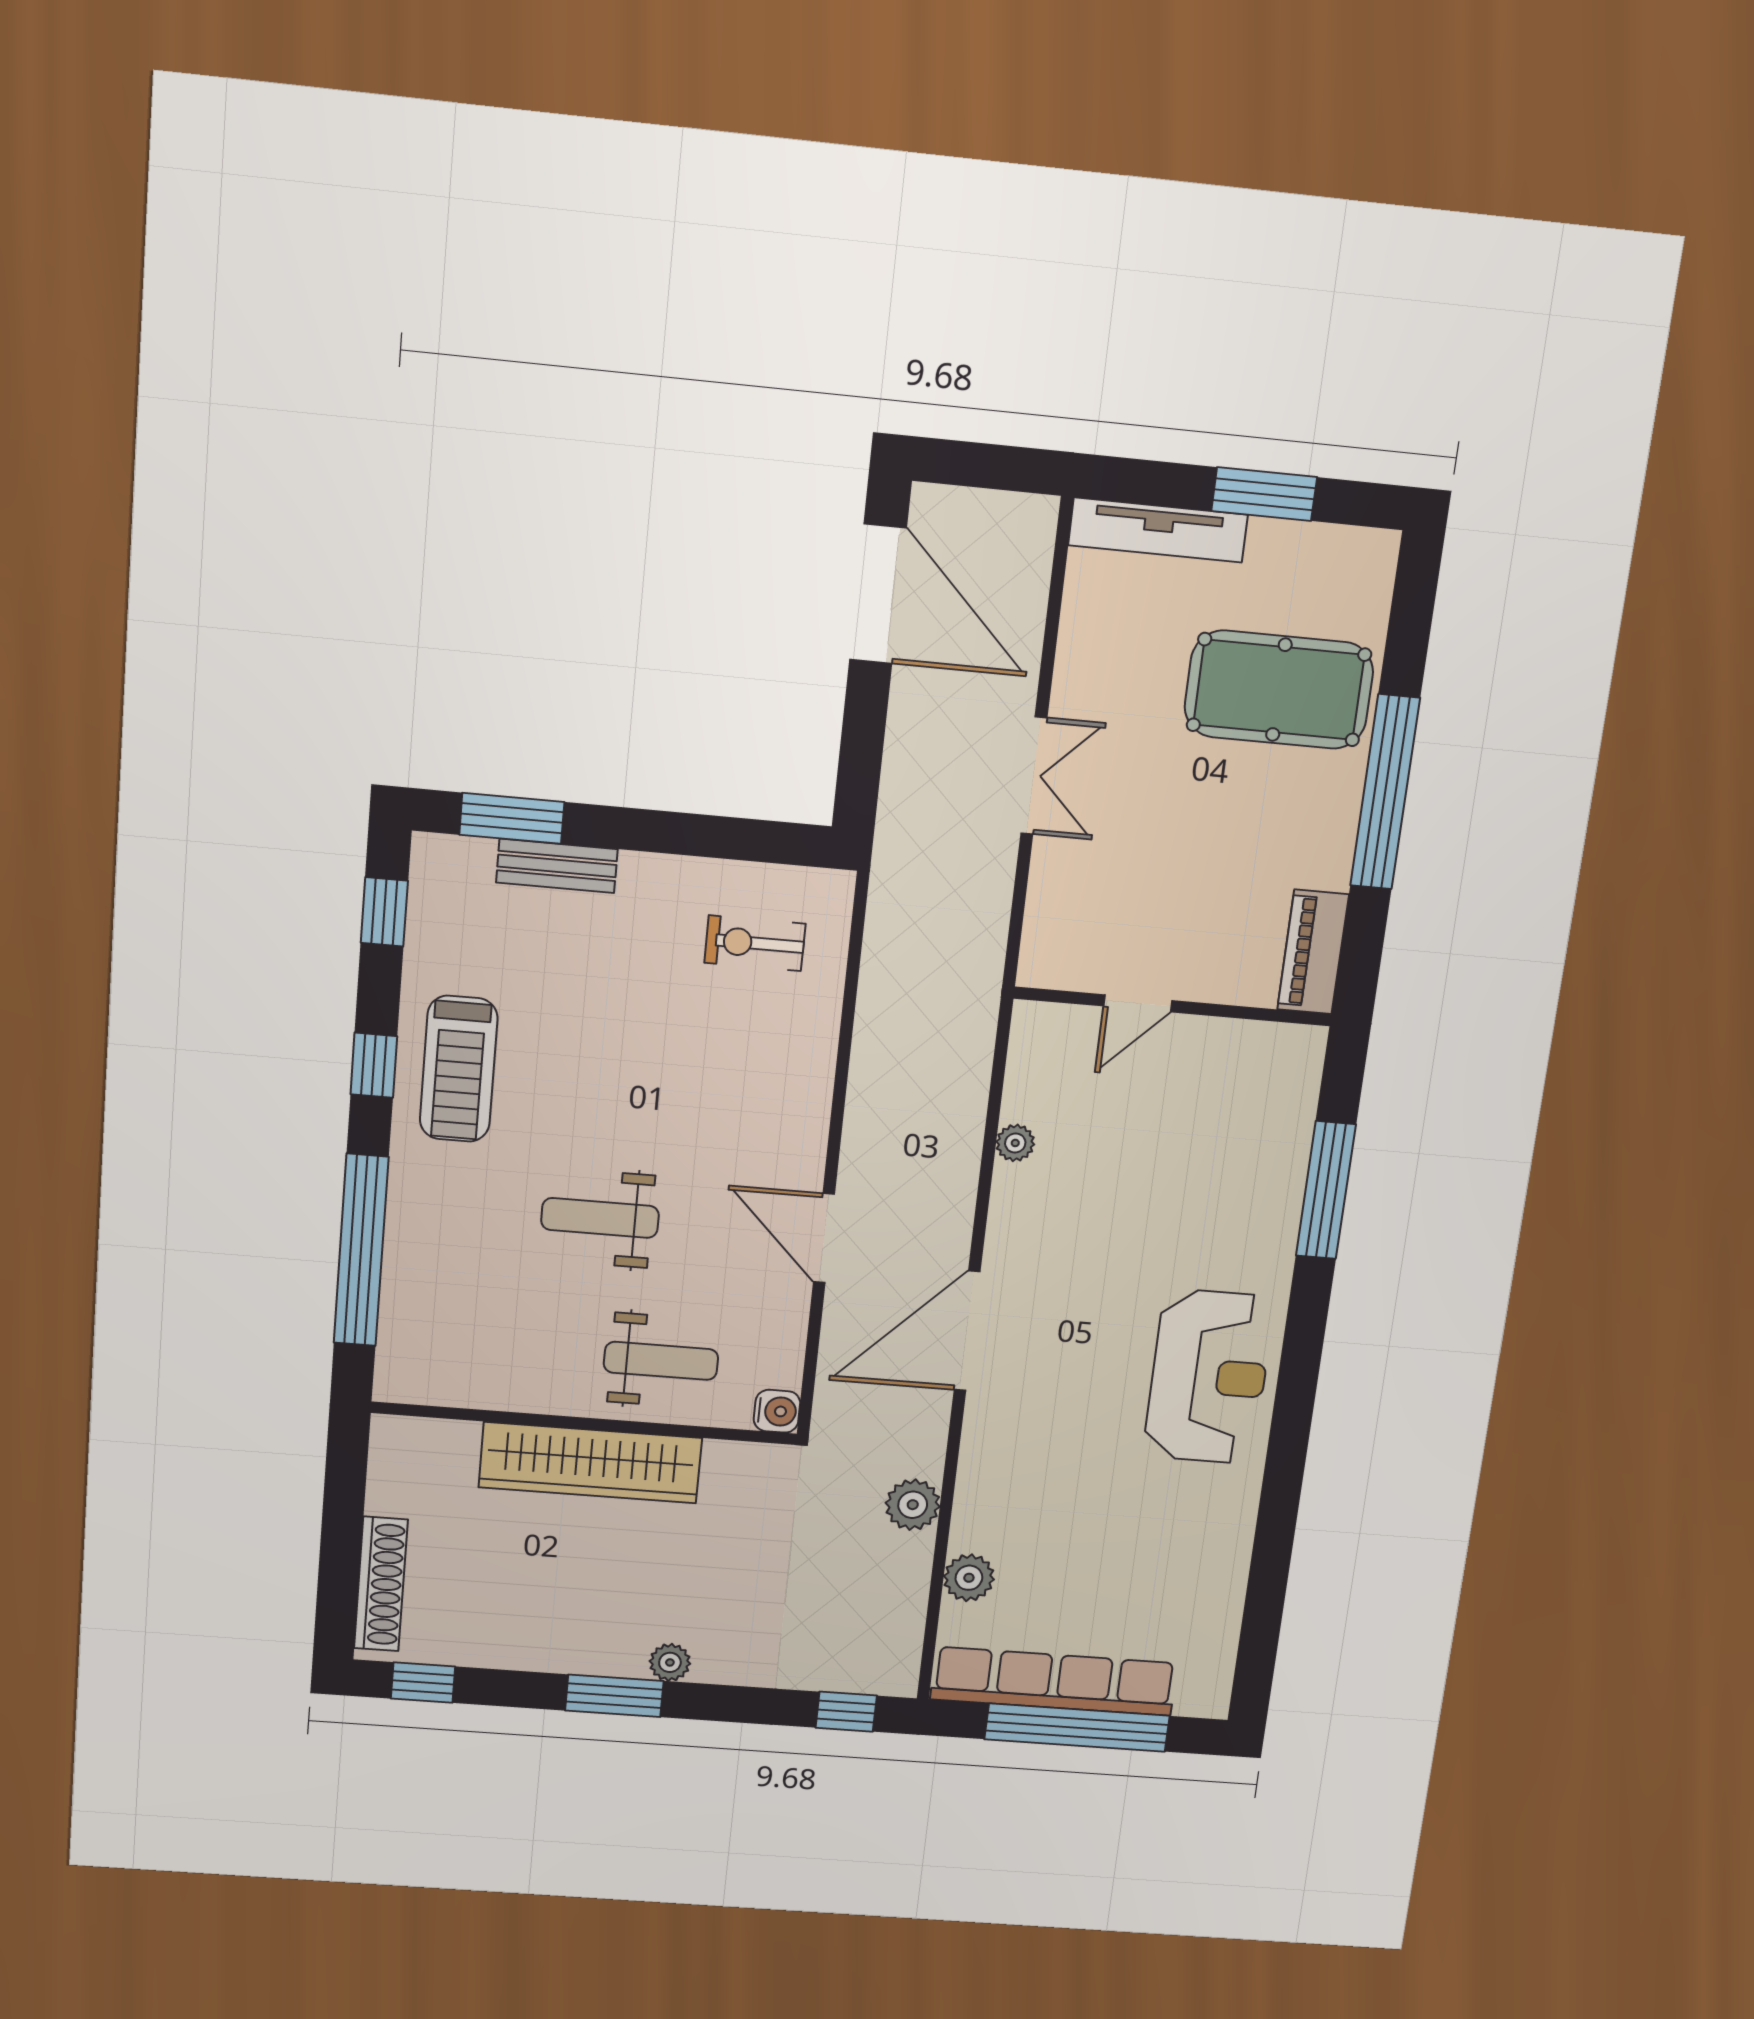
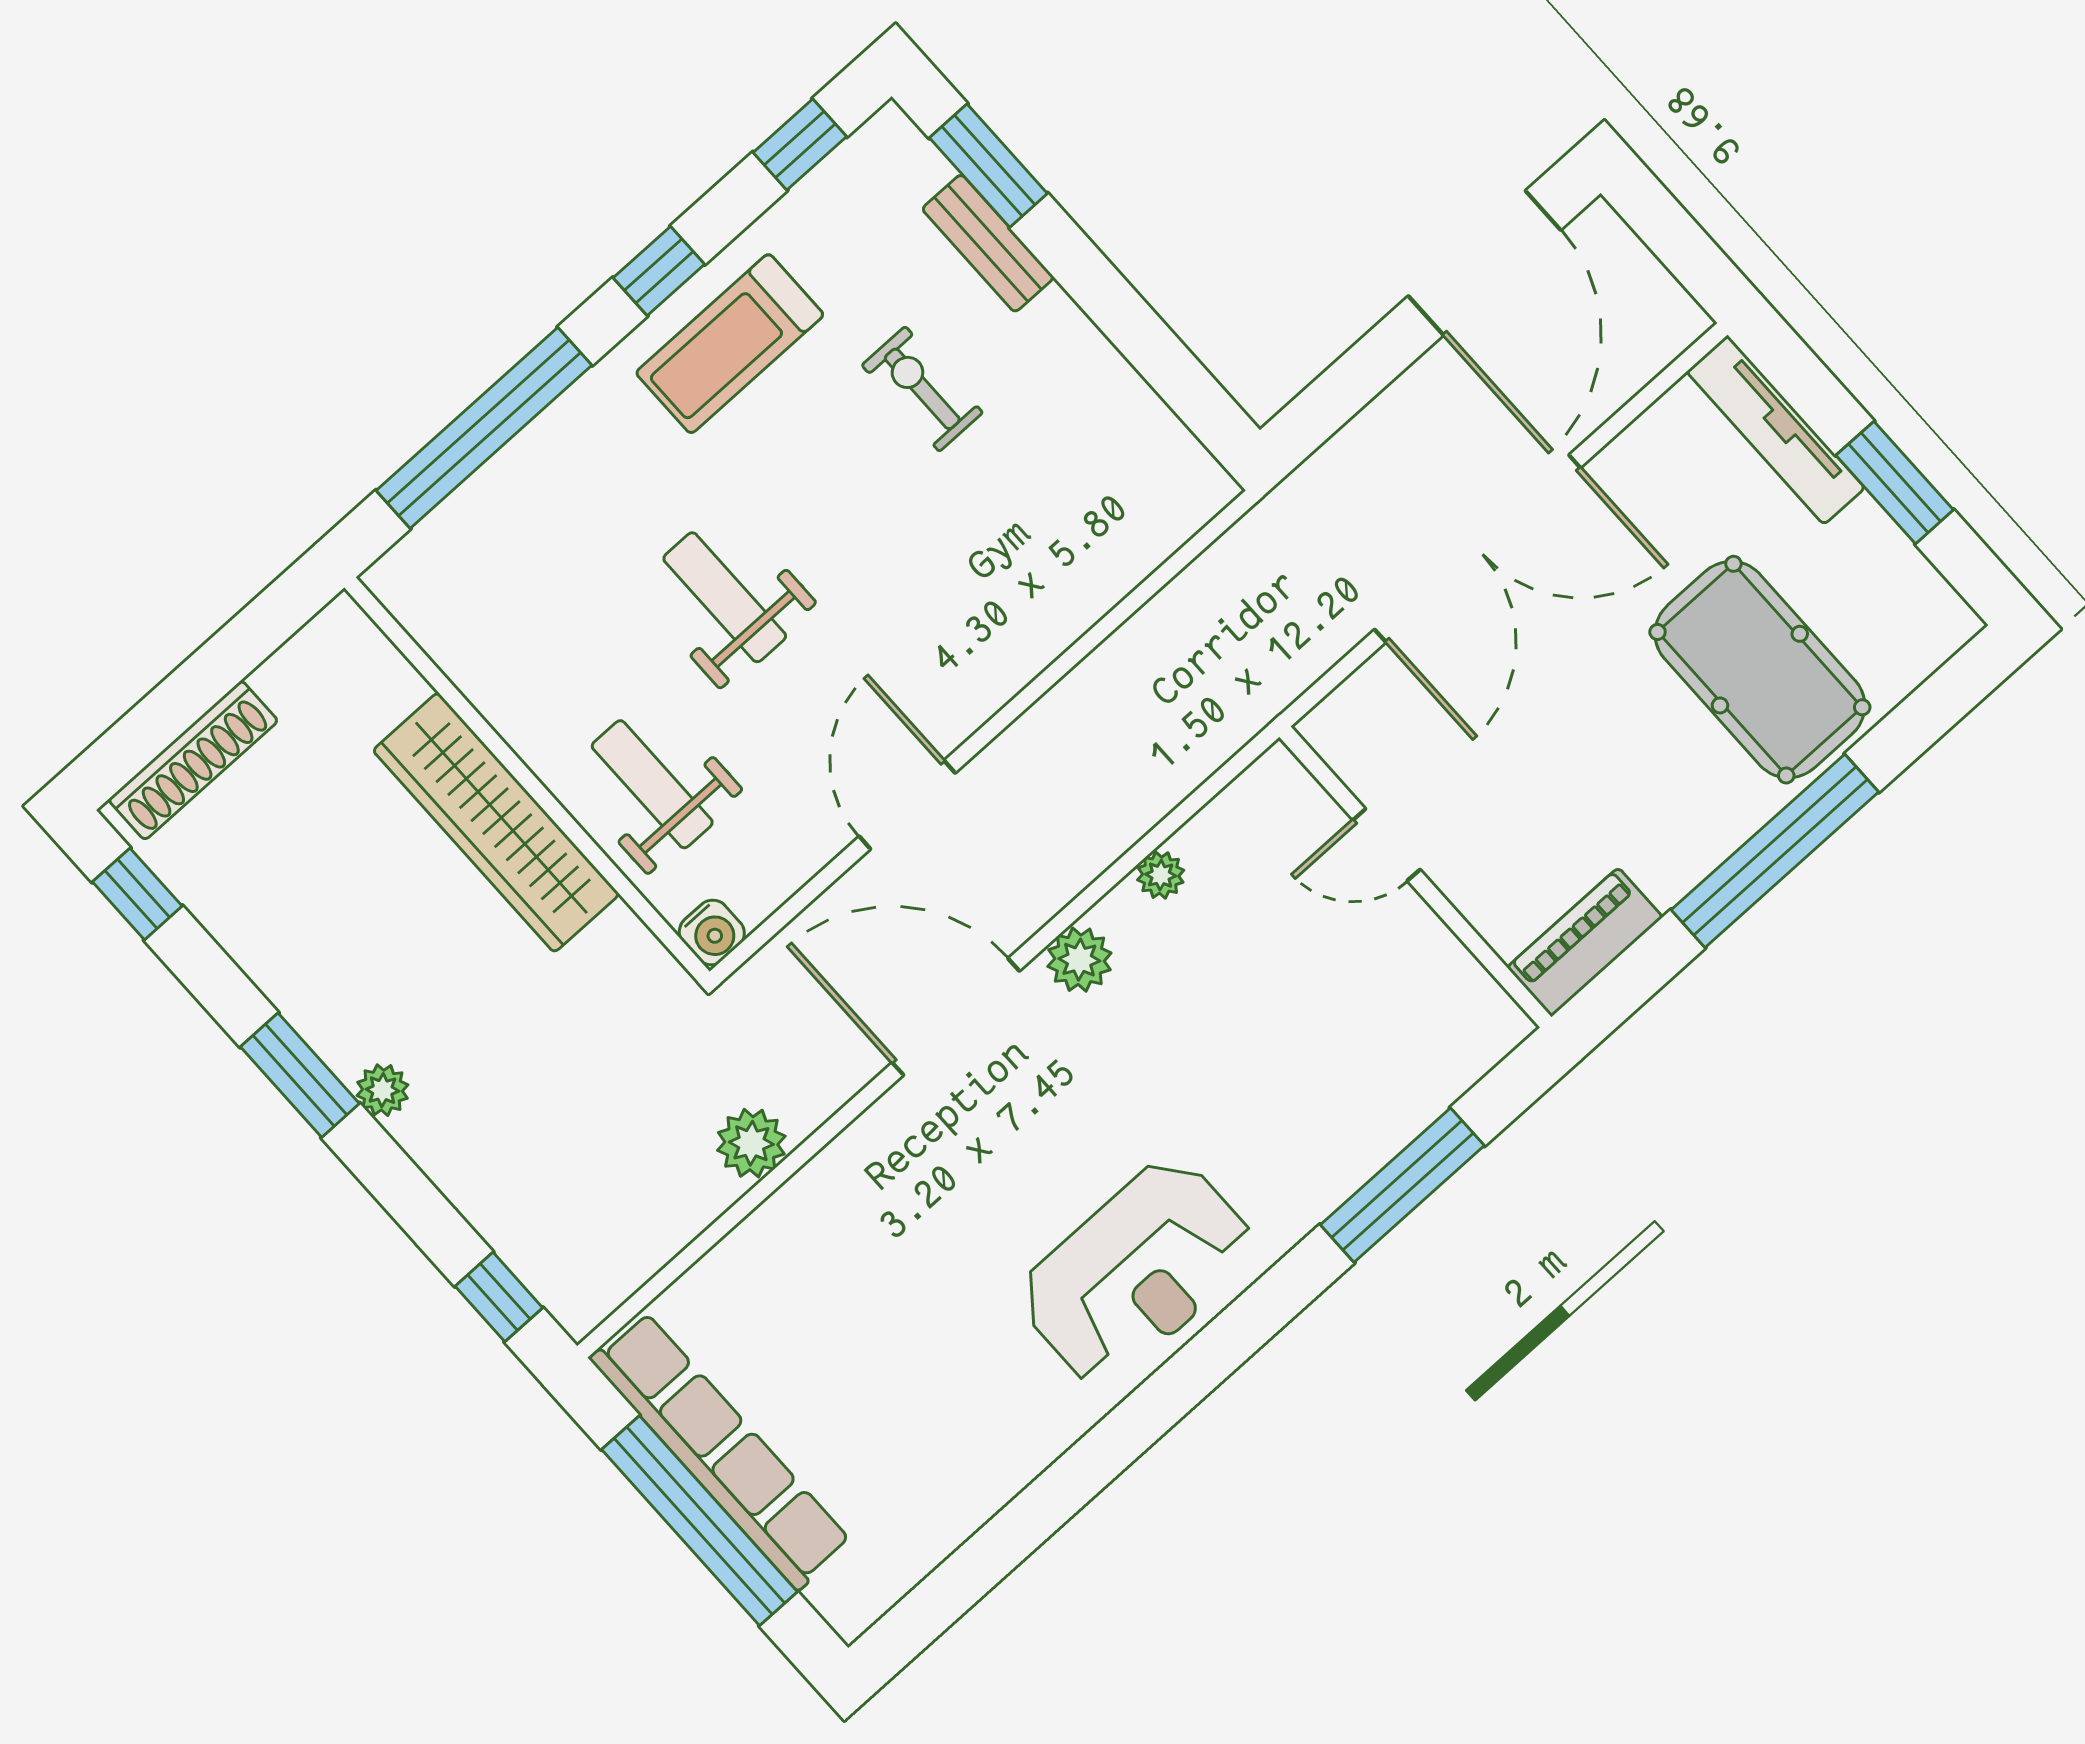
double door: (1034, 776) -> (1478, 549), width x1.87
exercise bike: (755, 943) -> (922, 389), moved
weight bench: (661, 1361) -> (652, 784), turned 180
plant: (969, 1578) -> (1079, 960), moved

